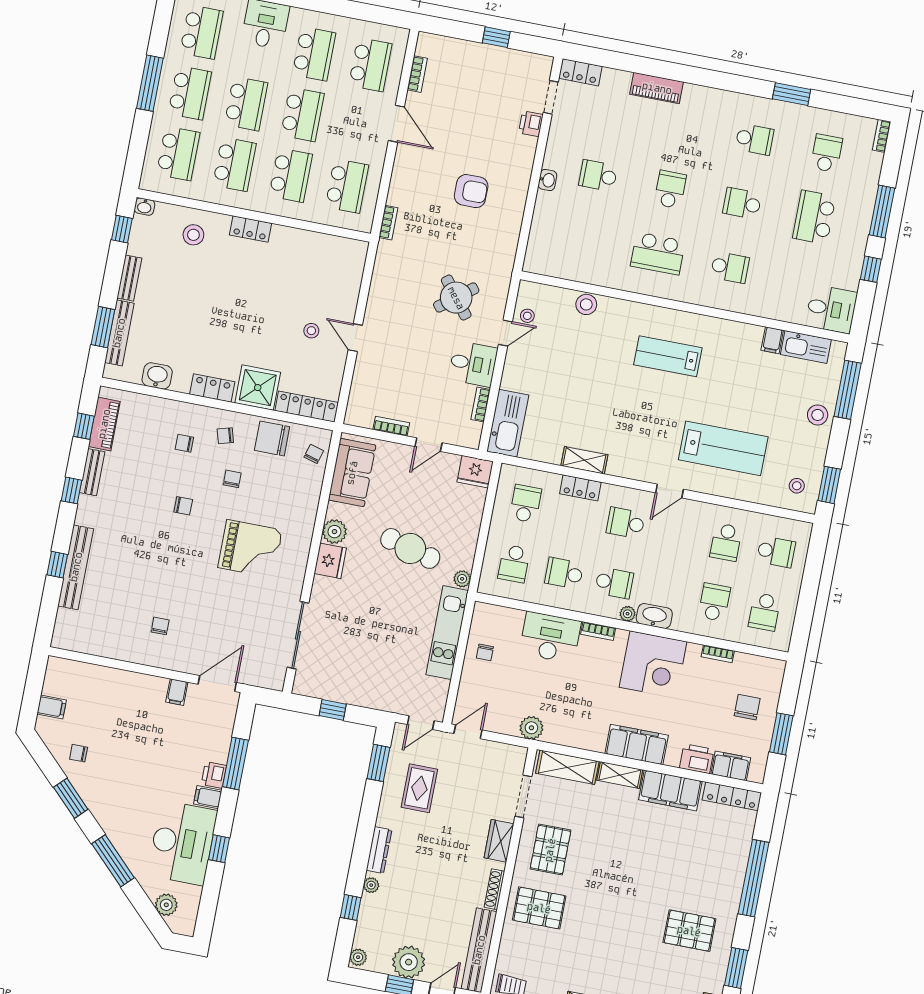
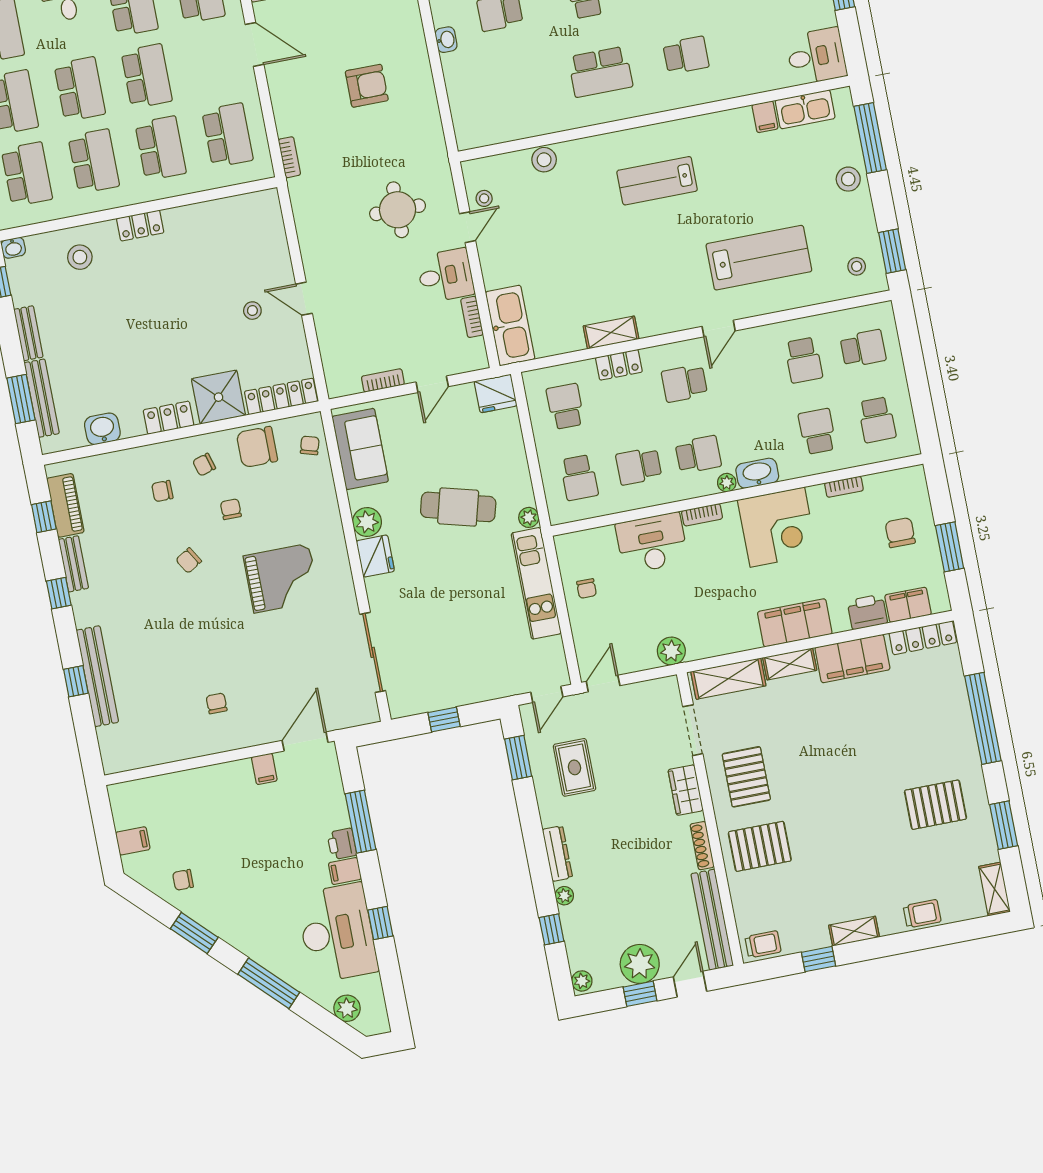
round table: (456, 298) -> (398, 210), turned 38
chair: (183, 506) -> (189, 561), turned 149

